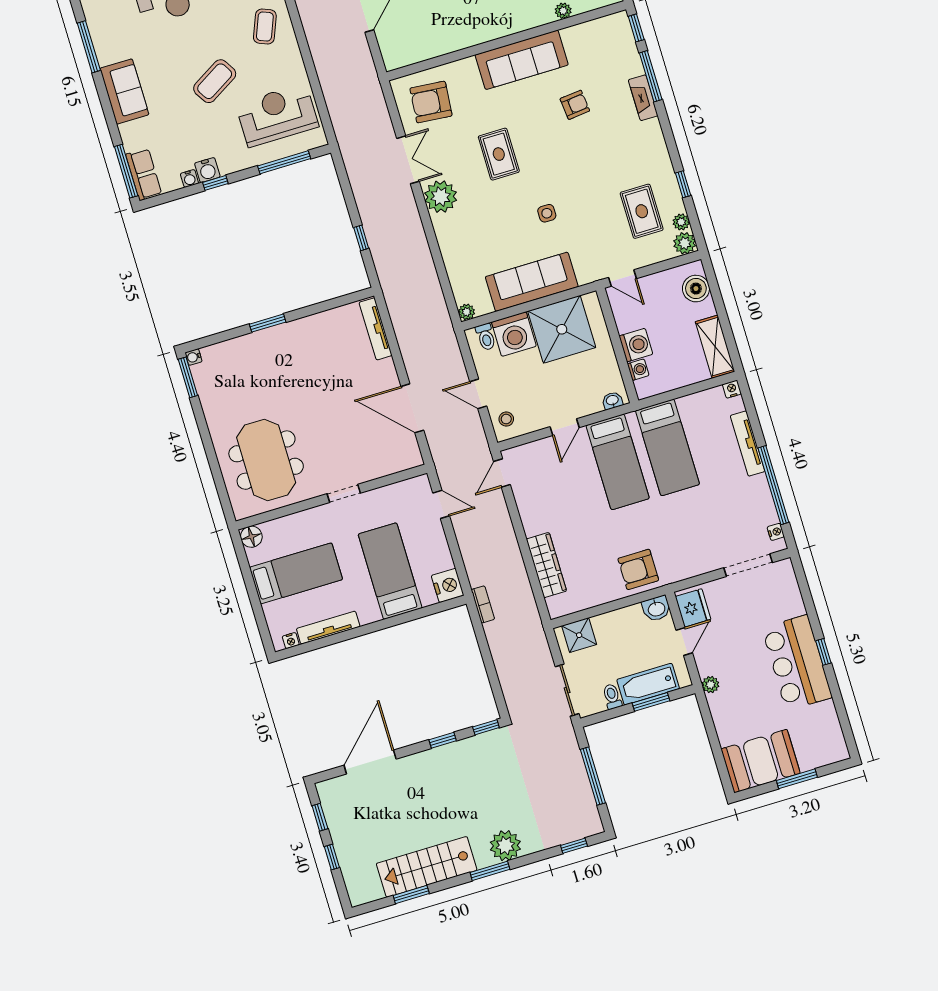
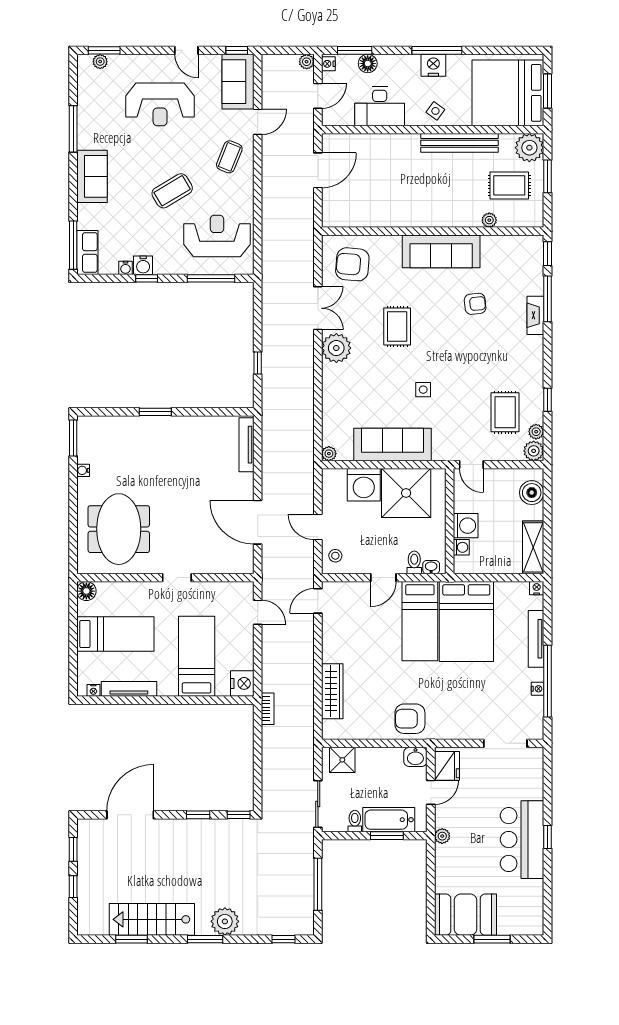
toilet: (486, 337) -> (414, 562), moved, turned 180
water cooler: (194, 357) -> (83, 470), moved
bed: (667, 447) -> (466, 622), width x1.50
nightstand: (776, 532) -> (538, 689), moved

